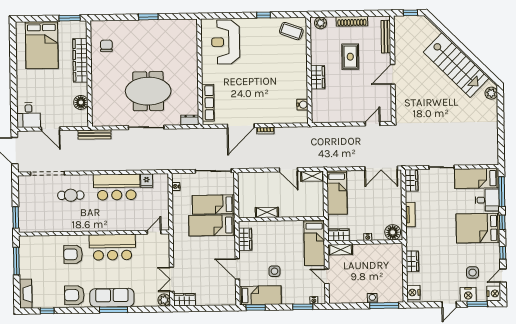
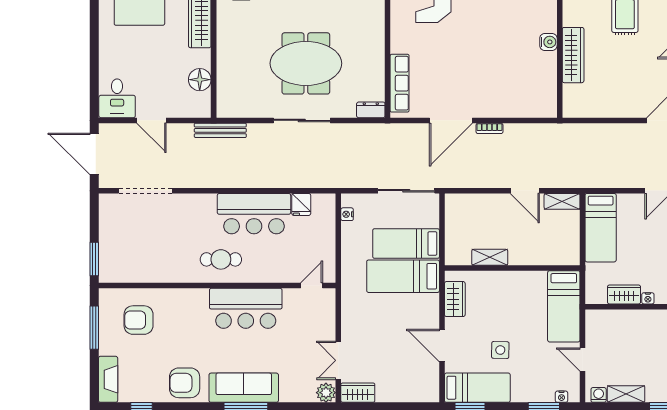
wardrobe: (318, 77) -> (573, 55), width x1.50
water cooler: (302, 105) -> (548, 42), moved
cafe table: (71, 195) -> (221, 259), moved
wardrobe: (339, 235) -> (624, 294), moved
shelving: (341, 250) -> (626, 394), moved
armchair: (73, 254) -> (139, 320), moved
washing machine: (372, 298) -> (599, 395), moved

